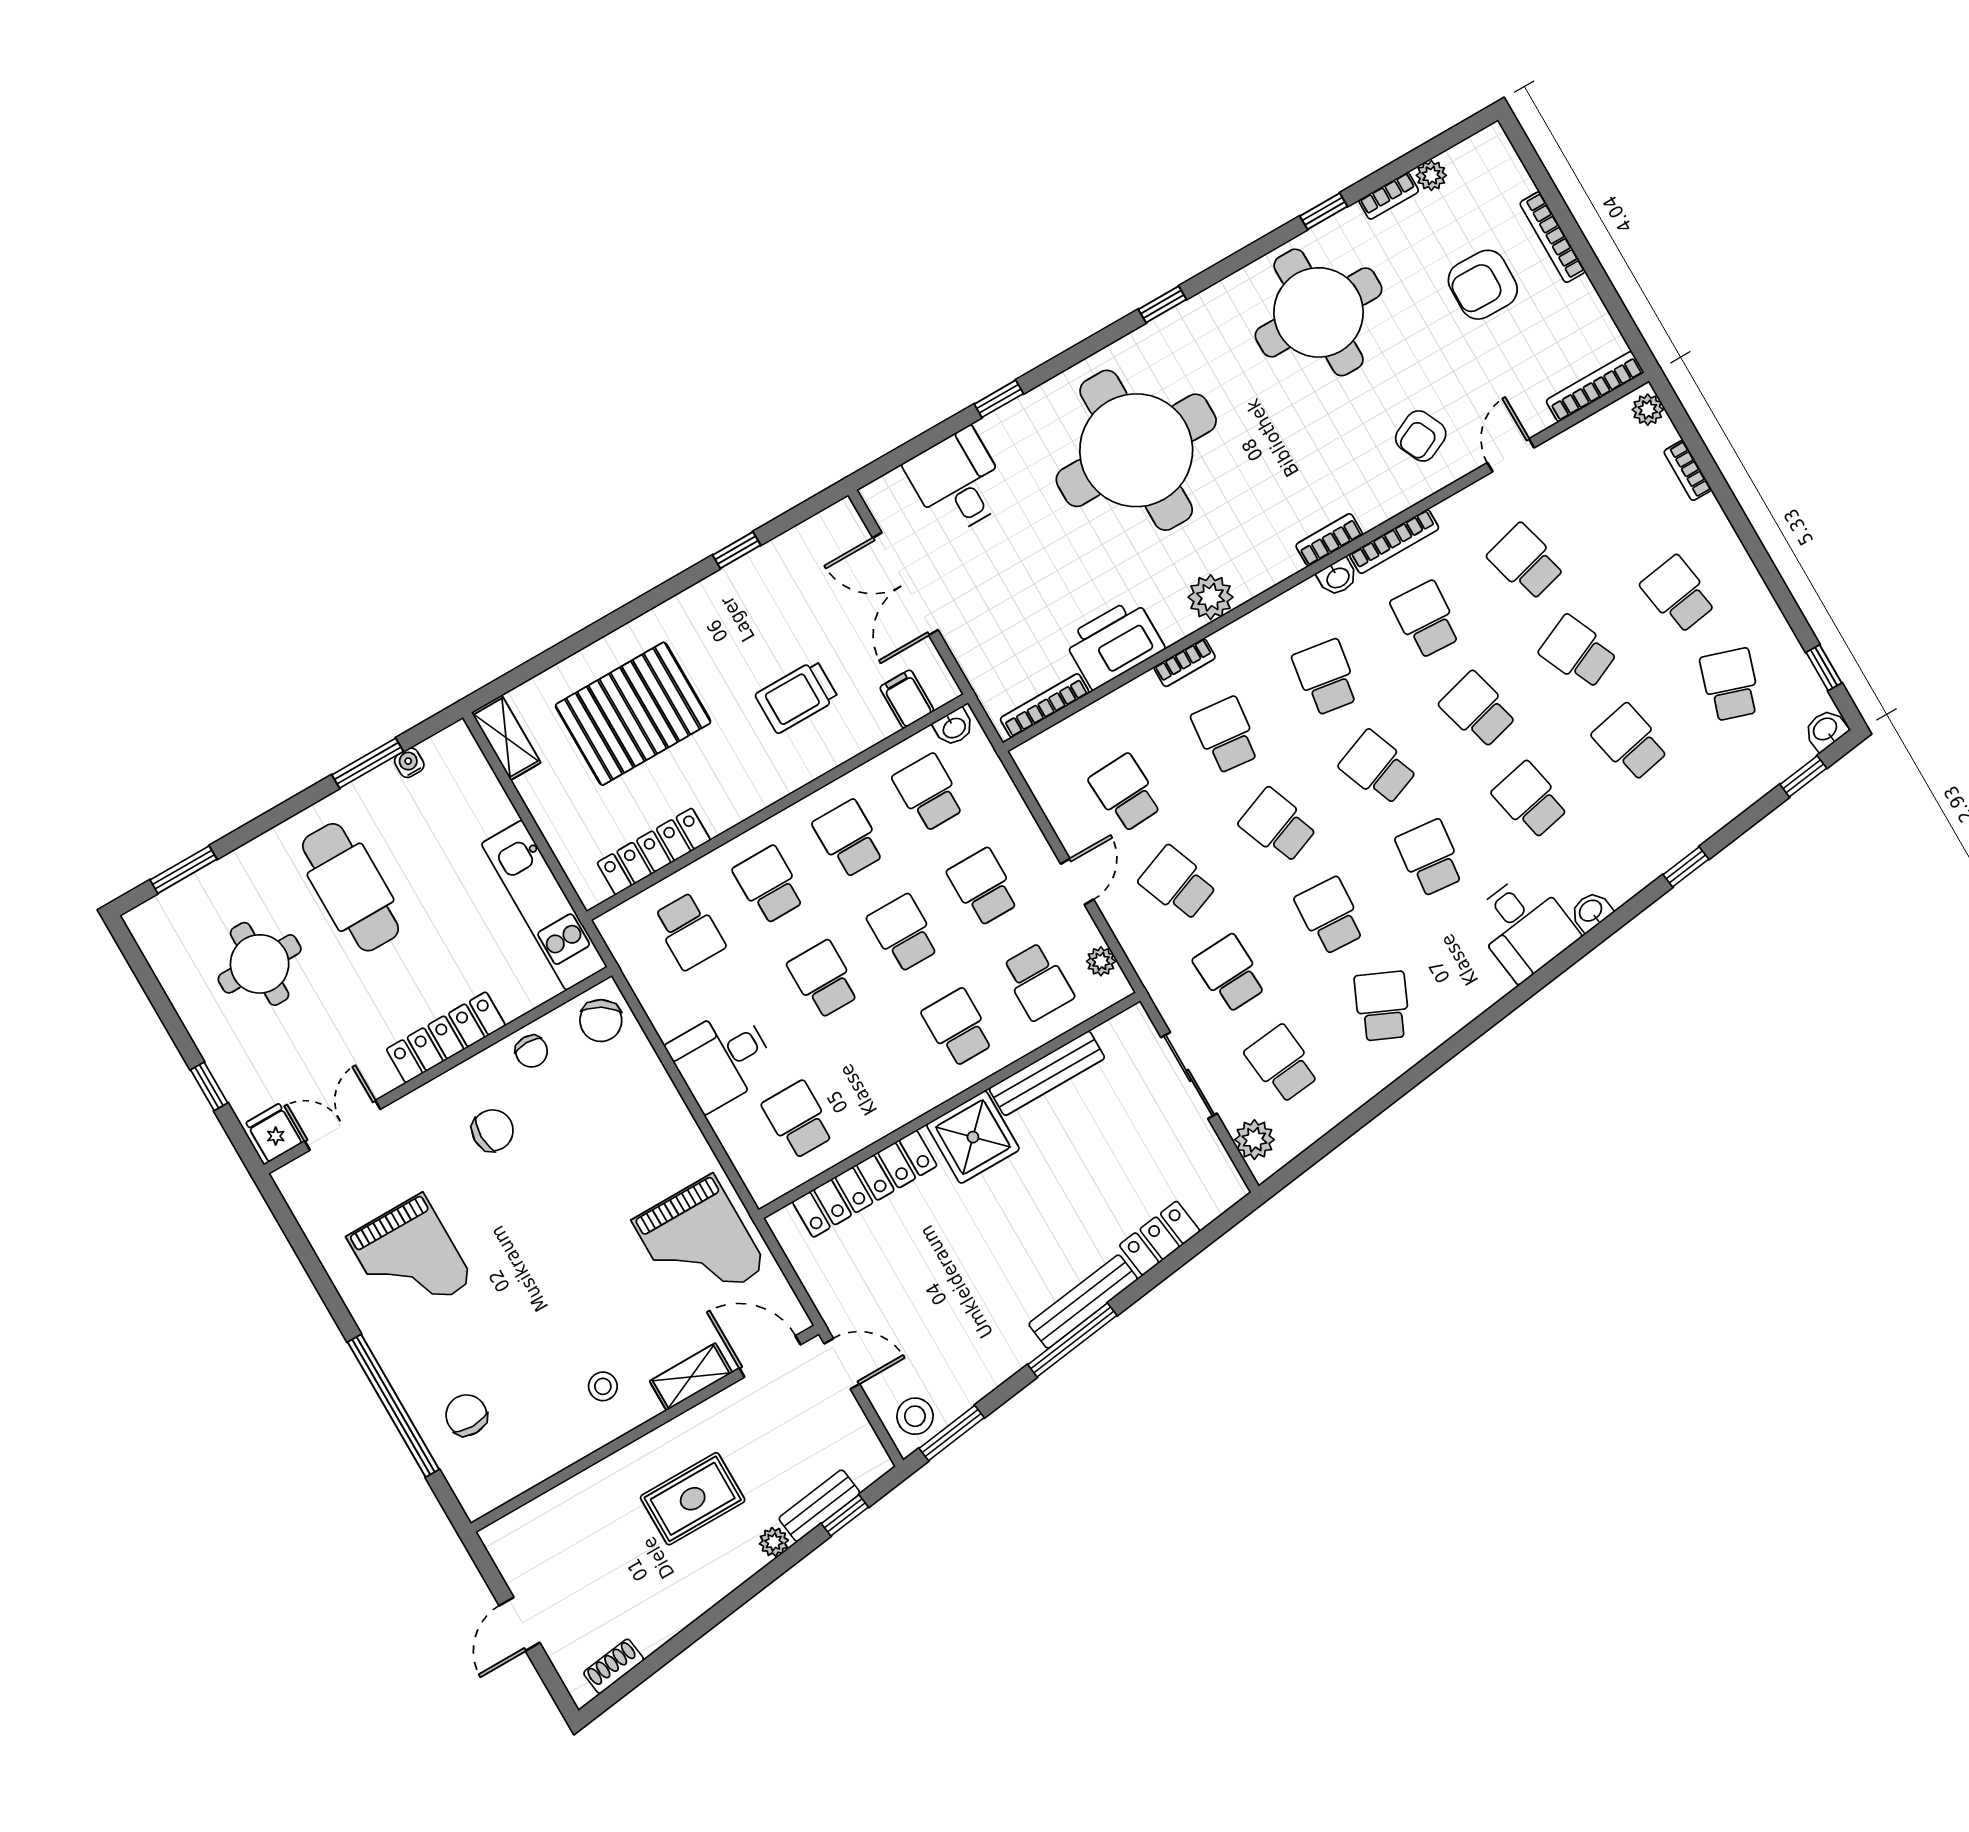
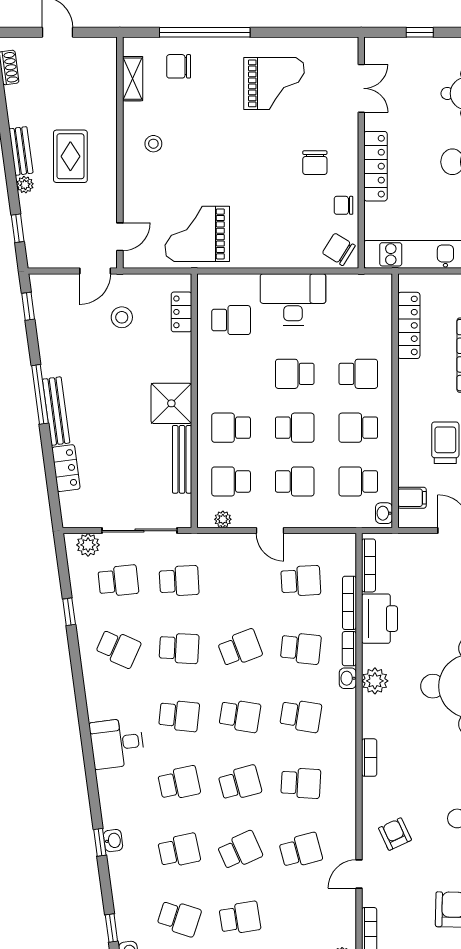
door: (1511, 455) -> (359, 874), swing flipped
bookcase: (1394, 541) -> (349, 603), moved
washbasin: (1338, 577) -> (348, 678), moved
school desk: (1378, 768) -> (240, 716), turned 30
school desk: (929, 793) -> (358, 481), turned 180
school desk: (849, 839) -> (358, 428), turned 180
school desk: (1178, 883) -> (240, 581), removed
washbasin: (1591, 911) -> (113, 841), moved
school desk: (689, 931) -> (358, 320), removed
school desk: (823, 979) -> (295, 374), turned 180
school desk: (958, 1028) -> (231, 428), turned 180
desk: (722, 1059) -> (293, 299), width x1.37
sliding door: (1189, 1075) -> (139, 531), width x1.37
window: (1370, 1110) -> (69, 612), added
fridge: (274, 1133) -> (377, 51), removed
locker: (865, 1184) -> (181, 312), width x0.46, depth x0.83
grand piano: (410, 1259) -> (274, 83), turned 180
door: (770, 1356) -> (120, 237), width x0.73
shelving: (691, 1377) -> (133, 79), moved
chair: (466, 1415) -> (179, 66), turned 180
stool: (915, 1416) -> (122, 317), moved
window: (952, 1433) -> (28, 306), width x0.67
bench: (819, 1506) -> (21, 151), moved

